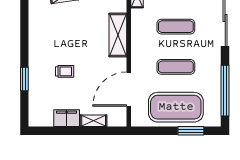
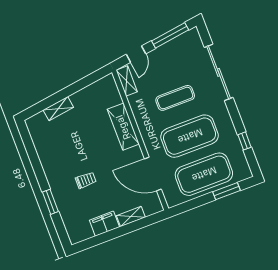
exercise mat: (176, 67) -> (190, 136), width x2.00, depth x1.45
door: (129, 89) -> (153, 174), hinge flipped
window: (225, 91) -> (245, 141), width x0.32

